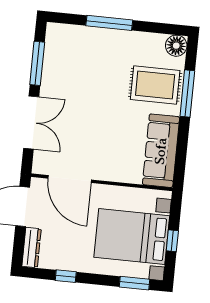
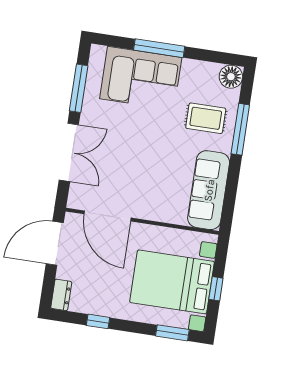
corner sofa: (94, 51) -> (141, 78), added
rug: (155, 85) -> (206, 118), width x0.73, depth x0.70
dresser: (31, 248) -> (61, 295), width x0.70

